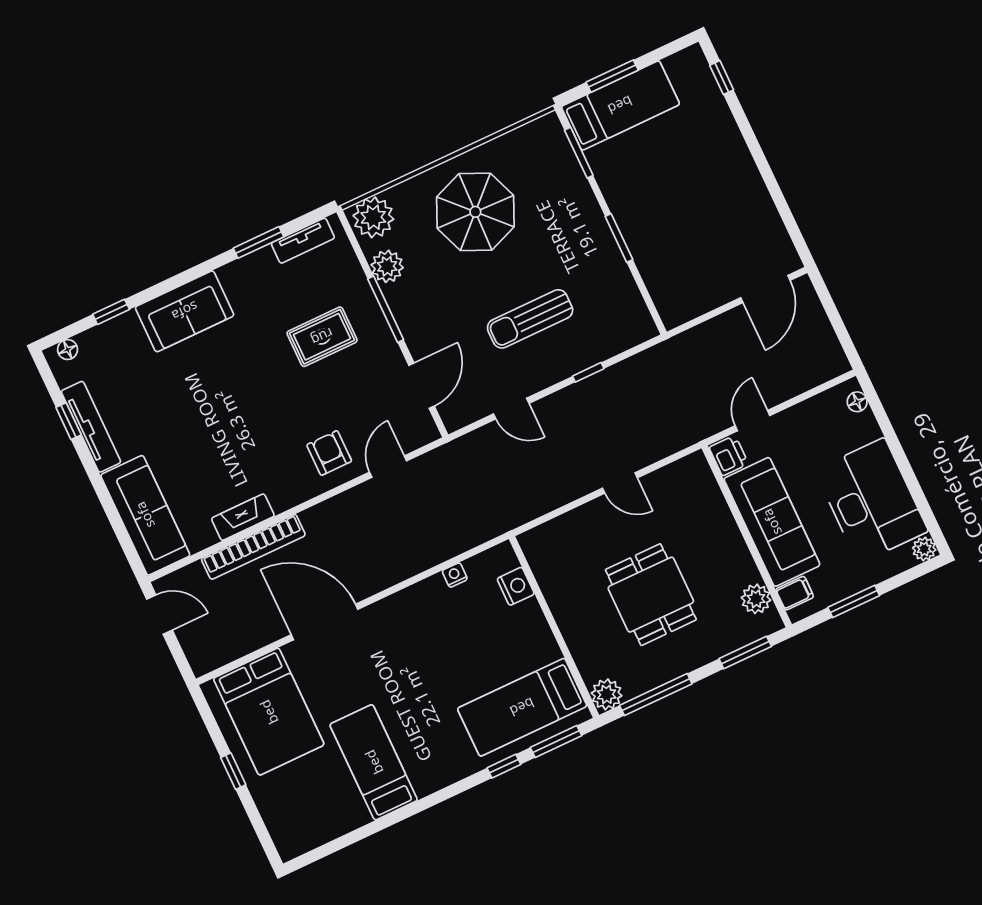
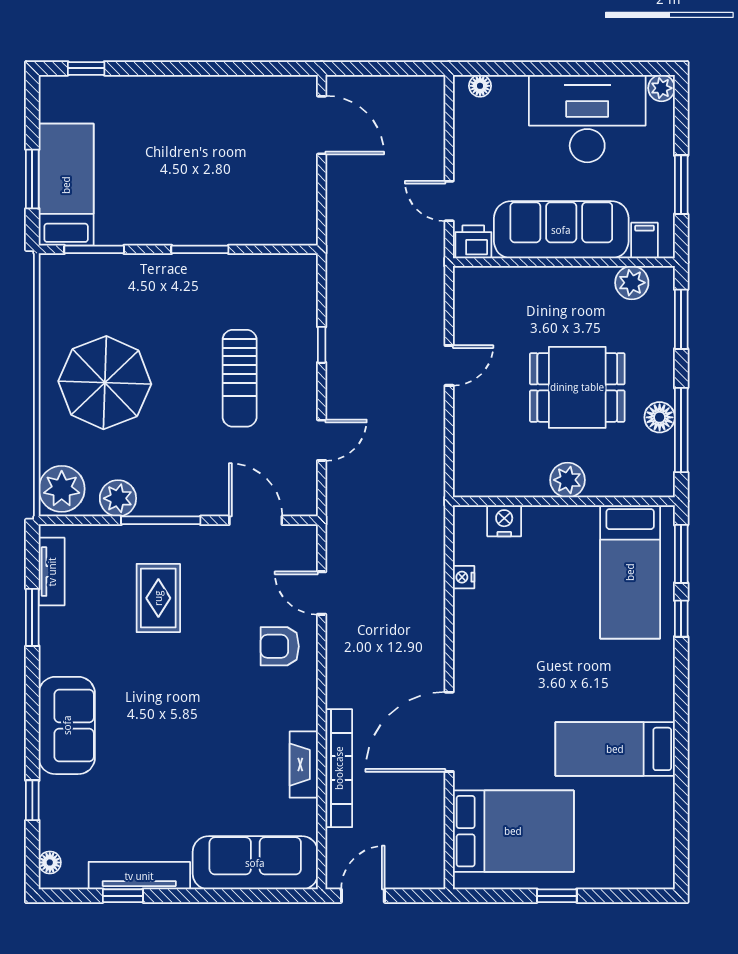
floor lamp: (658, 672) -> (660, 417), added
plant: (607, 694) -> (568, 480), moved

